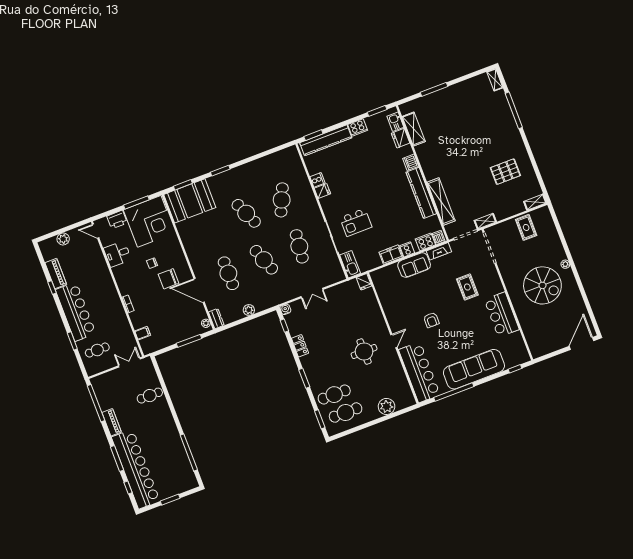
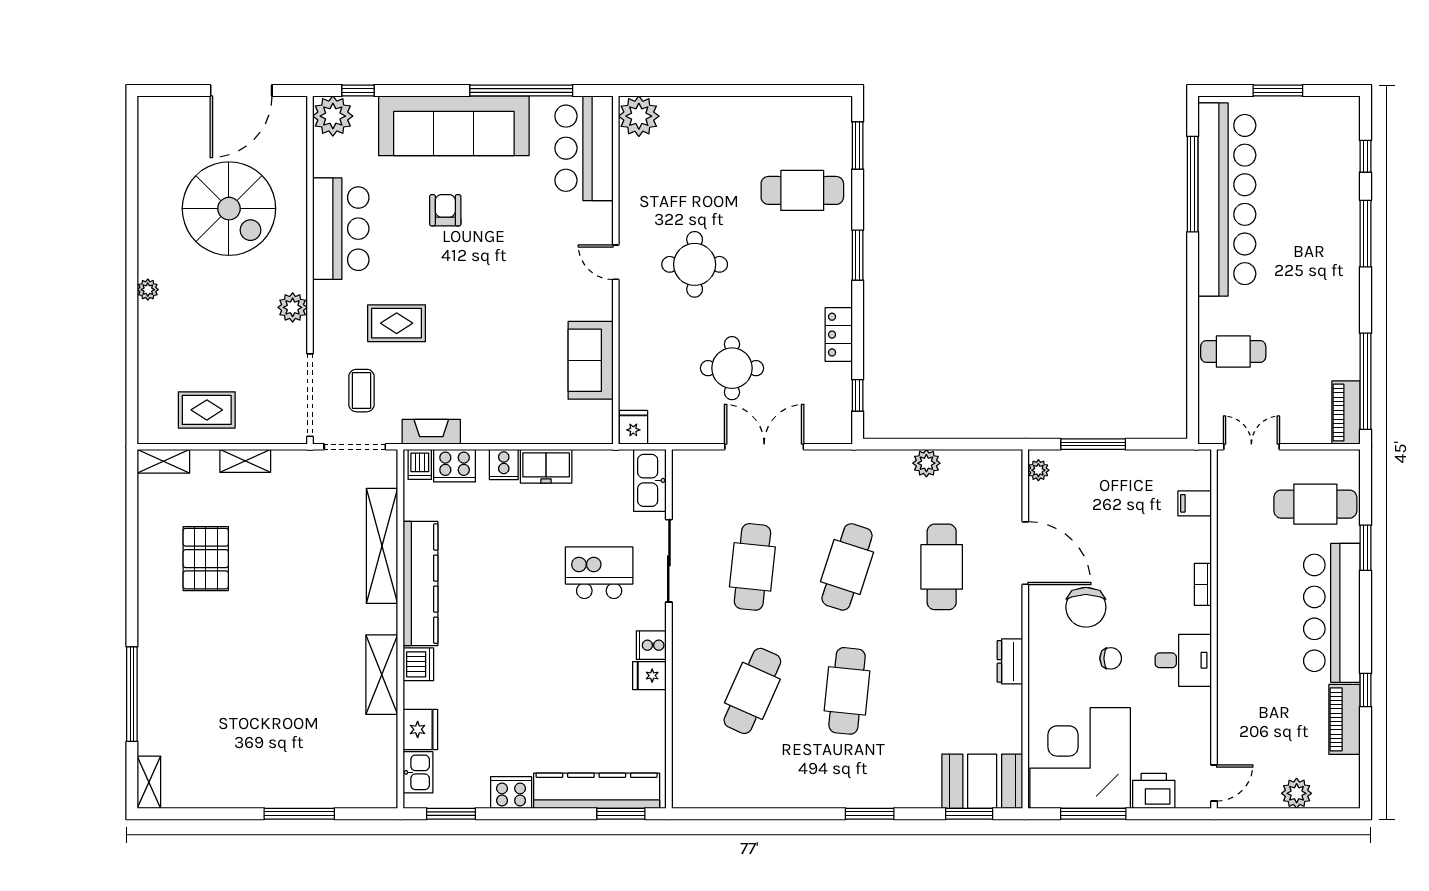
shelving: (414, 129) -> (382, 675), moved
pallet: (505, 172) -> (206, 559), turned 90
cooker: (317, 180) -> (651, 645), moved
booth: (190, 201) -> (982, 781), width x0.73, depth x0.70
cafe table: (246, 213) -> (847, 691), turned 30
shelving: (485, 221) -> (245, 461), moved
rug: (526, 227) -> (207, 410), turned 90
door: (96, 231) -> (1214, 783), hinge flipped
desk: (117, 254) -> (1183, 660), moved
coffee table: (471, 257) -> (361, 391), added
cafe table: (264, 260) -> (847, 567), turned 39
sofa: (414, 265) -> (591, 360), moved, turned -90
plant: (509, 278) -> (293, 307), added
chair: (169, 279) -> (1086, 607), turned 90
spiral stairs: (542, 285) -> (229, 209), moved, turned 180
rug: (467, 287) -> (397, 323), turned 90
double door: (312, 293) -> (764, 447), width x1.37
water cooler: (285, 309) -> (841, 432), removed
round table: (335, 318) -> (732, 368), added
dresser: (216, 319) -> (1010, 661), moved
armchair: (431, 320) -> (445, 210), moved
door: (394, 341) -> (616, 262), hinge flipped
door: (582, 343) -> (241, 91), moved
cafe table: (97, 350) -> (1315, 504), width x1.37, depth x1.35
plant: (521, 356) -> (333, 116), added
double door: (129, 362) -> (1251, 447), swing flipped
bar counter: (419, 372) -> (584, 148), width x0.73
plant: (387, 406) -> (639, 116), moved
cafe table: (346, 412) -> (792, 139), removed
piano: (112, 422) -> (1346, 413), moved
bar counter: (136, 469) -> (1227, 200), moved, turned 180

